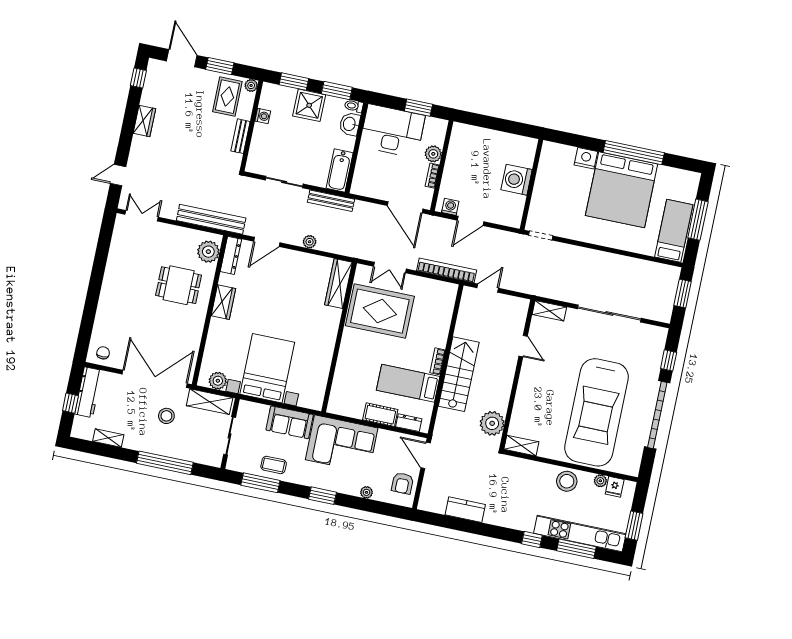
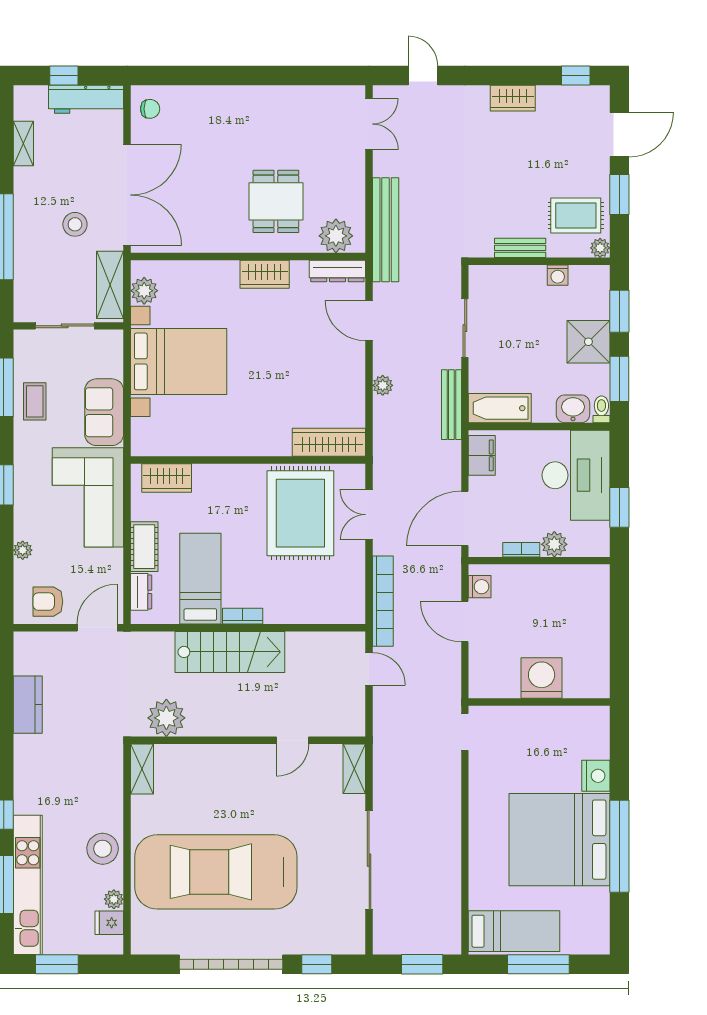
filing cabinet: (367, 188) -> (482, 455), added
wardrobe: (340, 391) -> (167, 478), added

